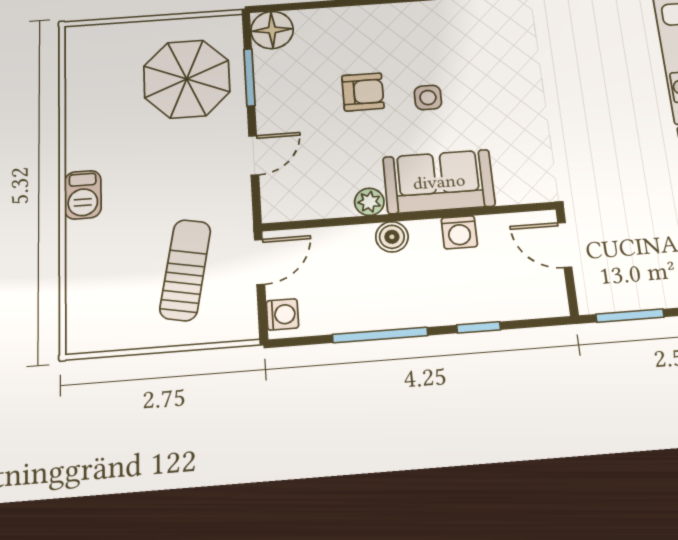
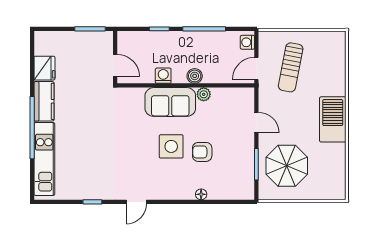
floor lamp: (272, 30) -> (201, 194), moved, width x0.53, depth x0.53
side table: (428, 98) -> (171, 146), width x1.87, depth x1.87
door: (254, 155) -> (256, 123), swing flipped
barbecue: (83, 195) -> (333, 119), width x1.88, depth x1.53

